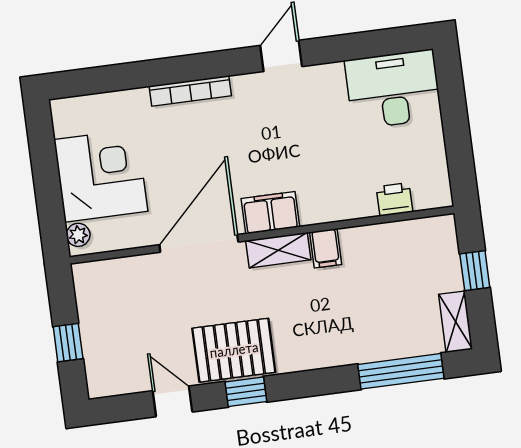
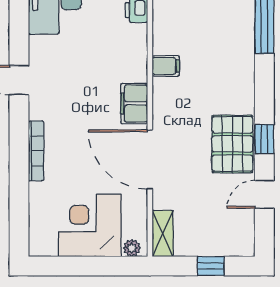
shelving: (278, 250) -> (163, 233), moved

